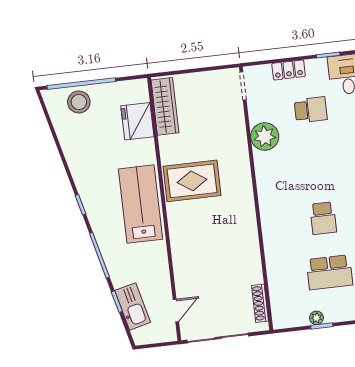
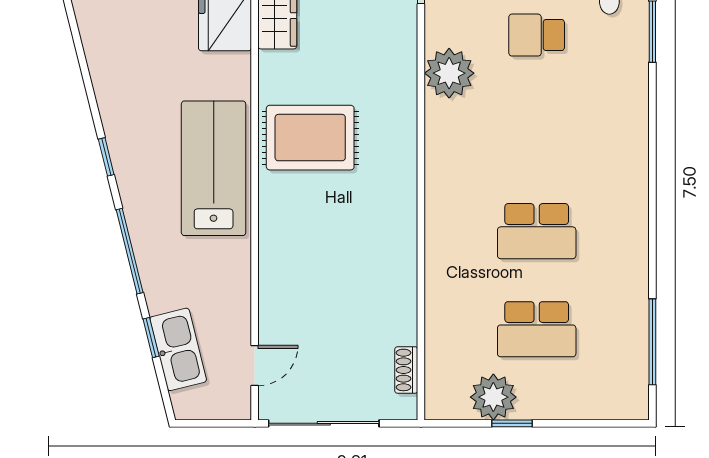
school desk: (311, 110) -> (537, 35), turned 180
school desk: (323, 218) -> (537, 231), width x1.85
shoe rack: (260, 303) -> (406, 370), width x0.70
plant: (316, 318) -> (493, 397), width x1.88, depth x1.88

